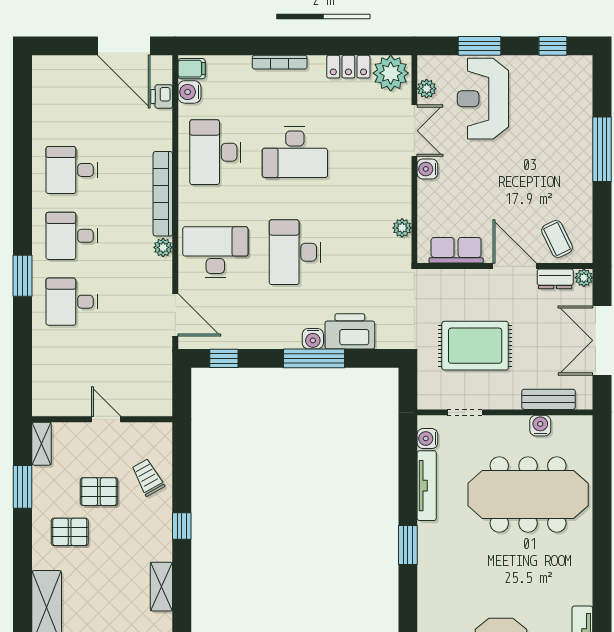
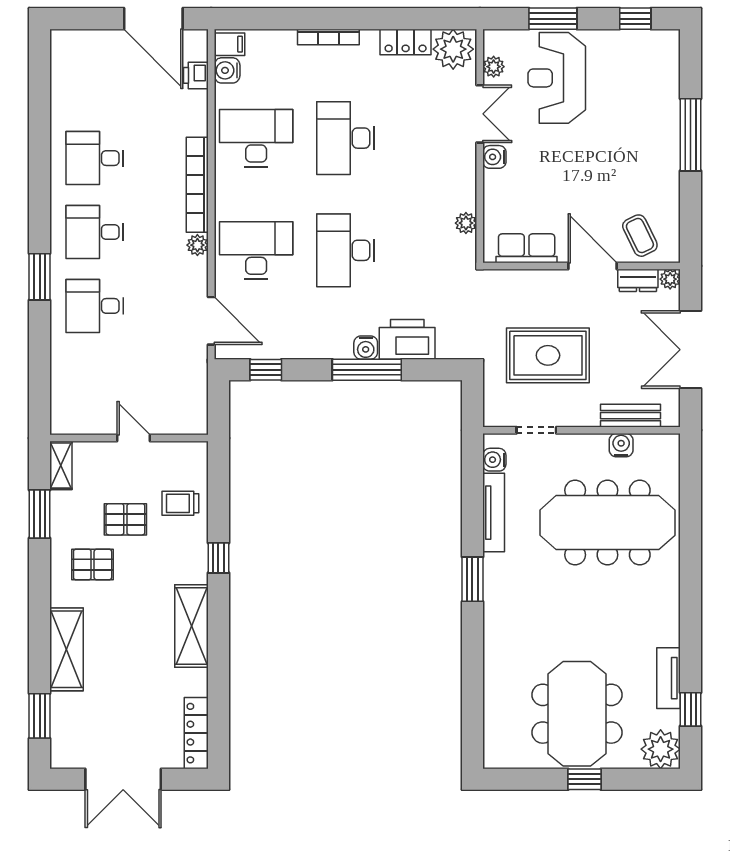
desk: (215, 152) -> (256, 138), turned 90
desk: (295, 152) -> (345, 138), turned 90
trolley: (148, 477) -> (180, 503), turned -61
shelving: (161, 587) -> (191, 626), width x1.50, depth x1.33

